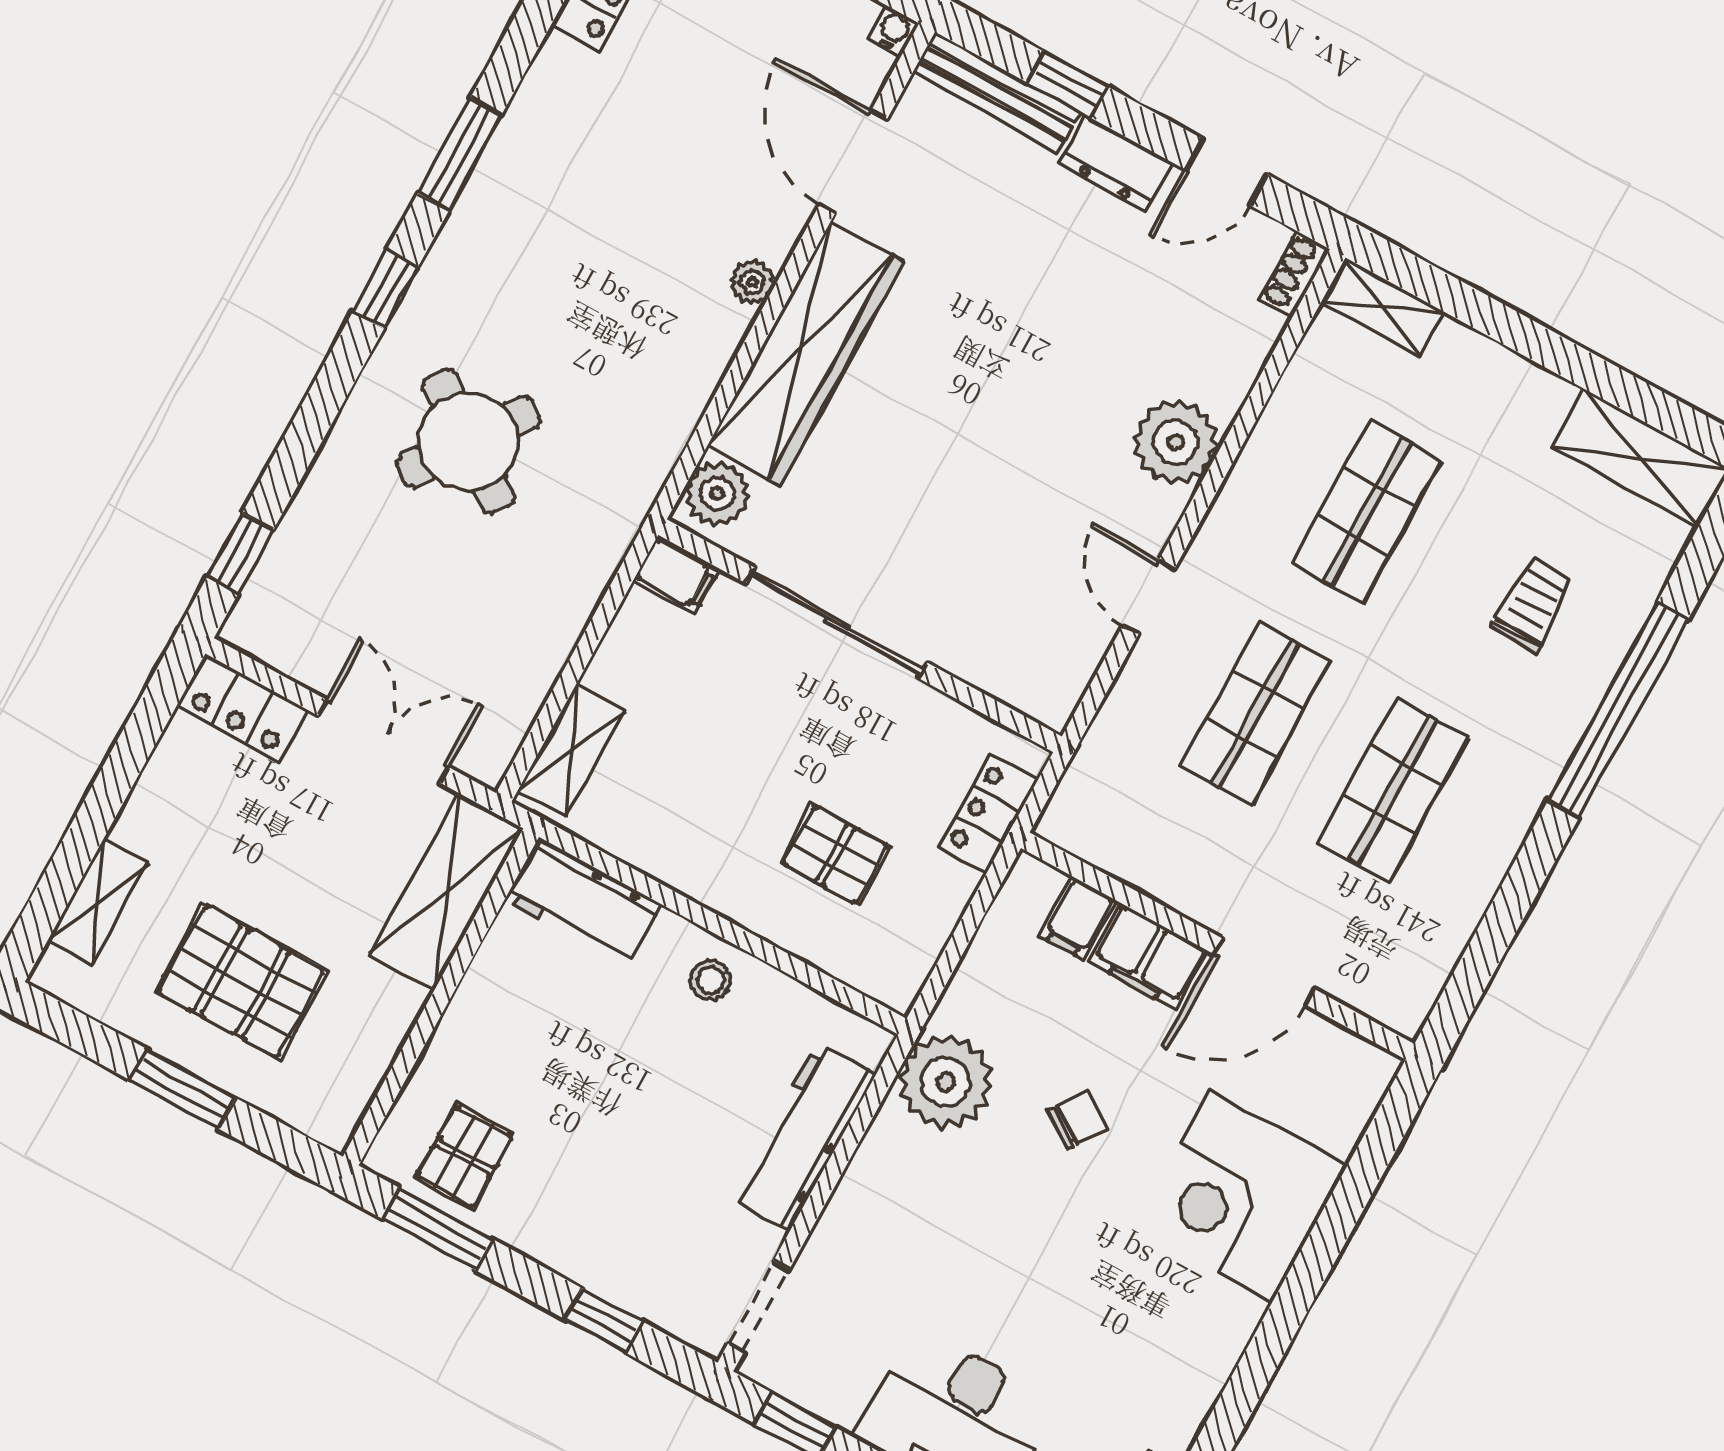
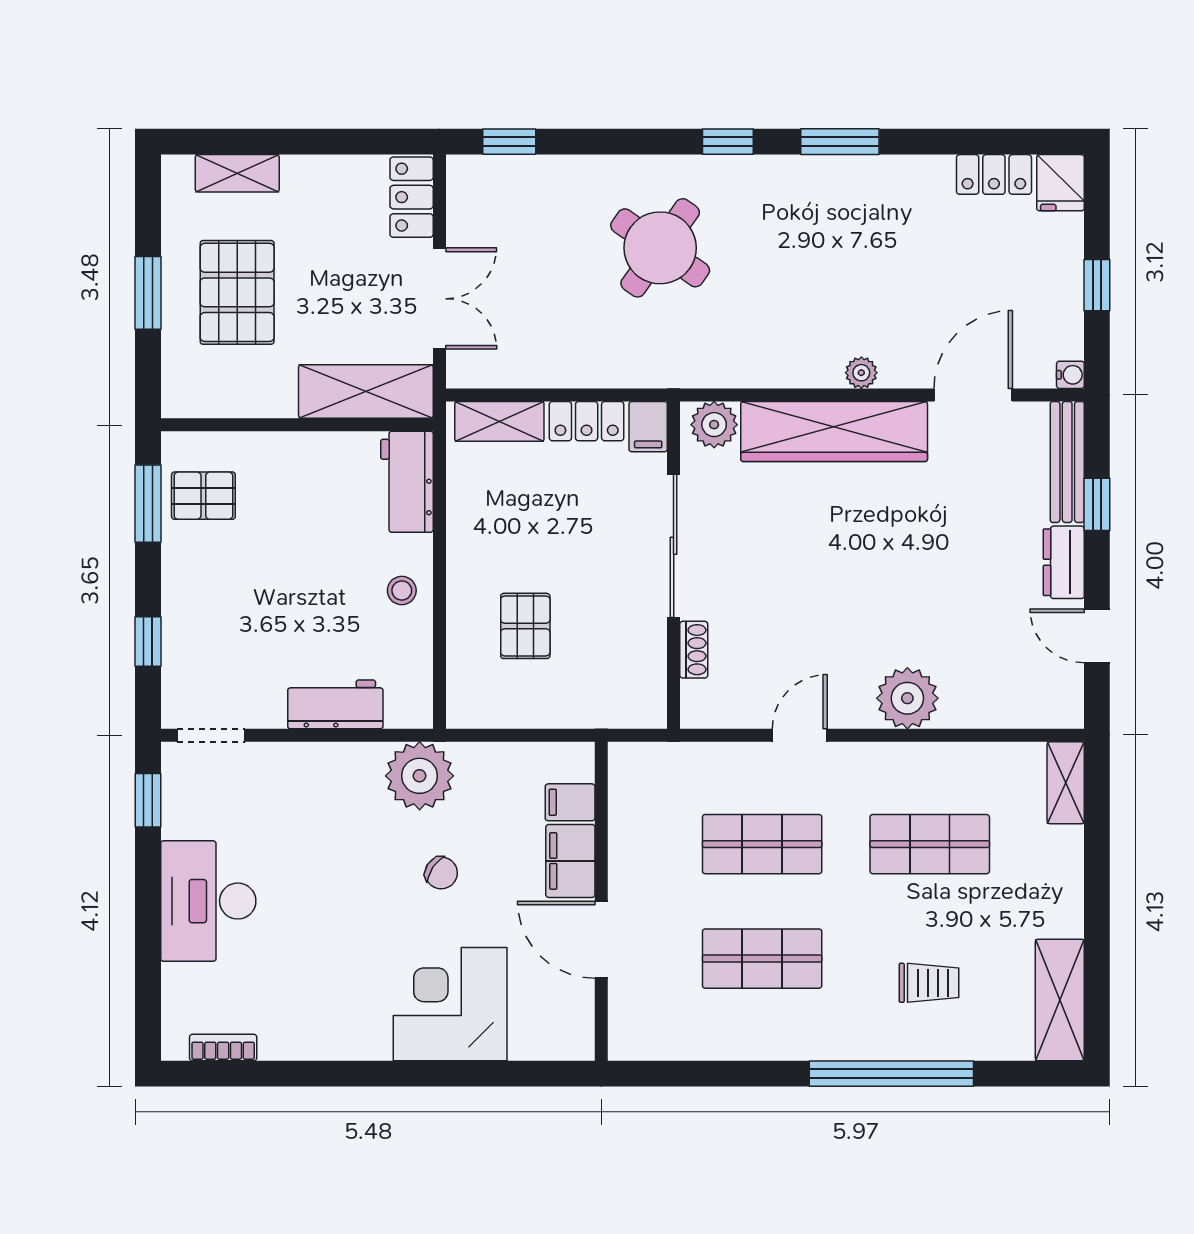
shoe rack: (1294, 274) -> (694, 650), moved, turned 90
locker: (988, 814) -> (587, 421), moved, turned 180
workbench: (804, 1136) -> (335, 704), width x0.73

